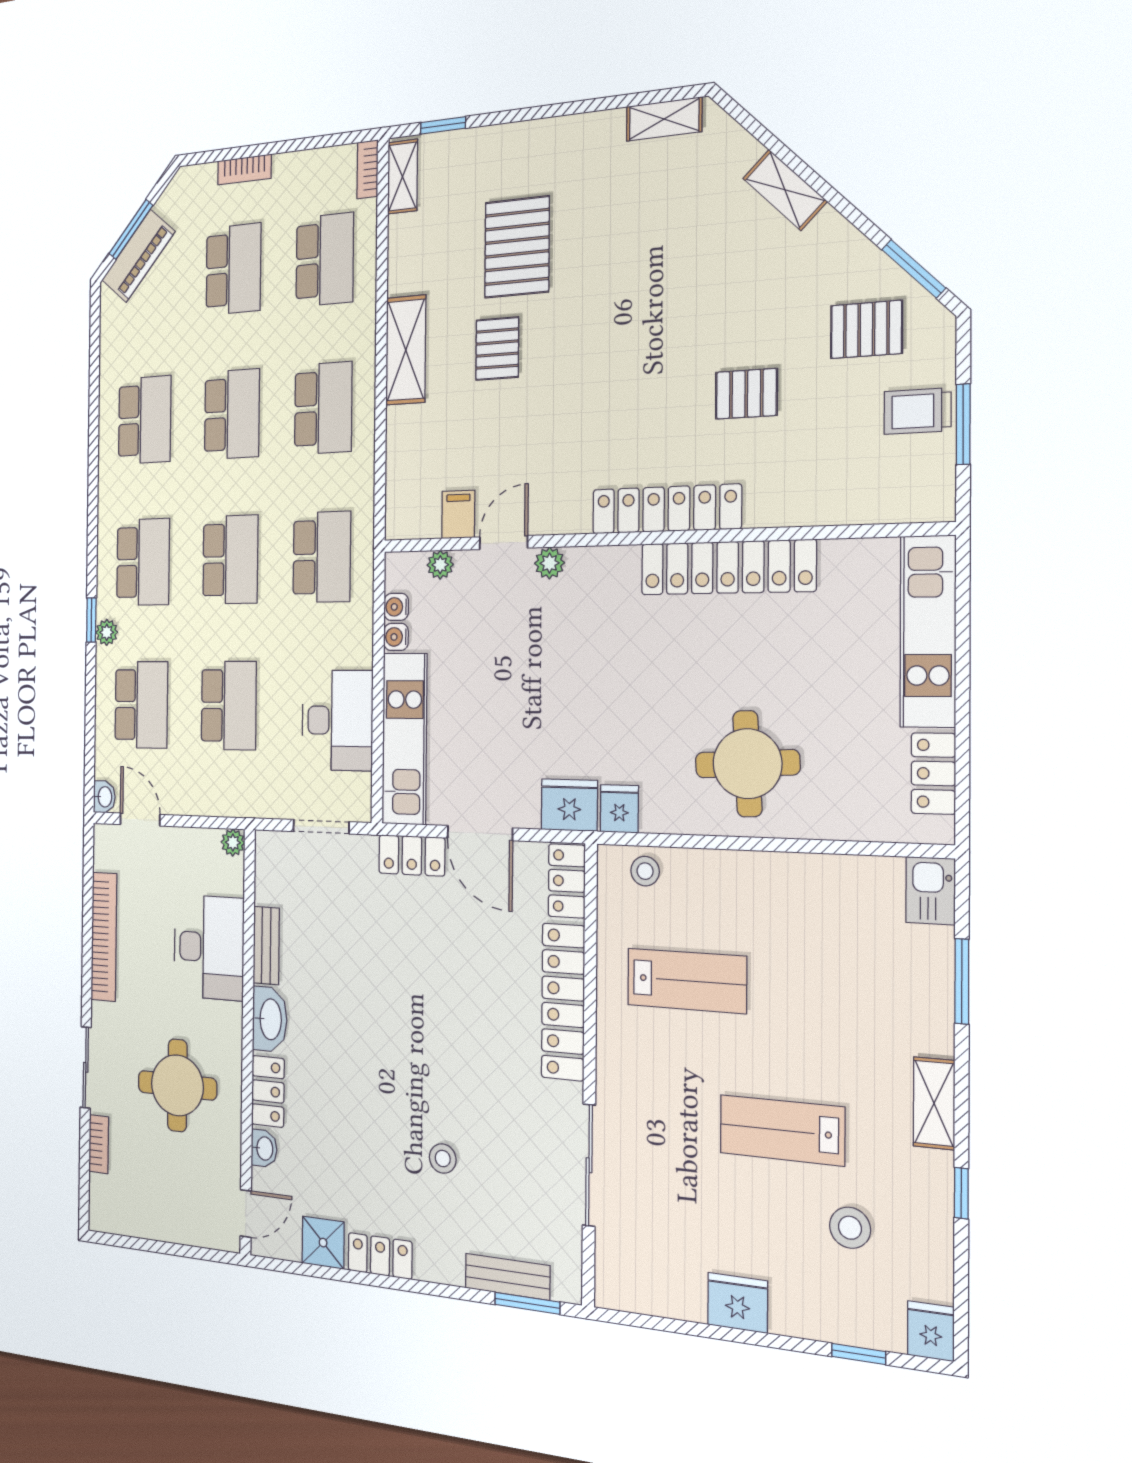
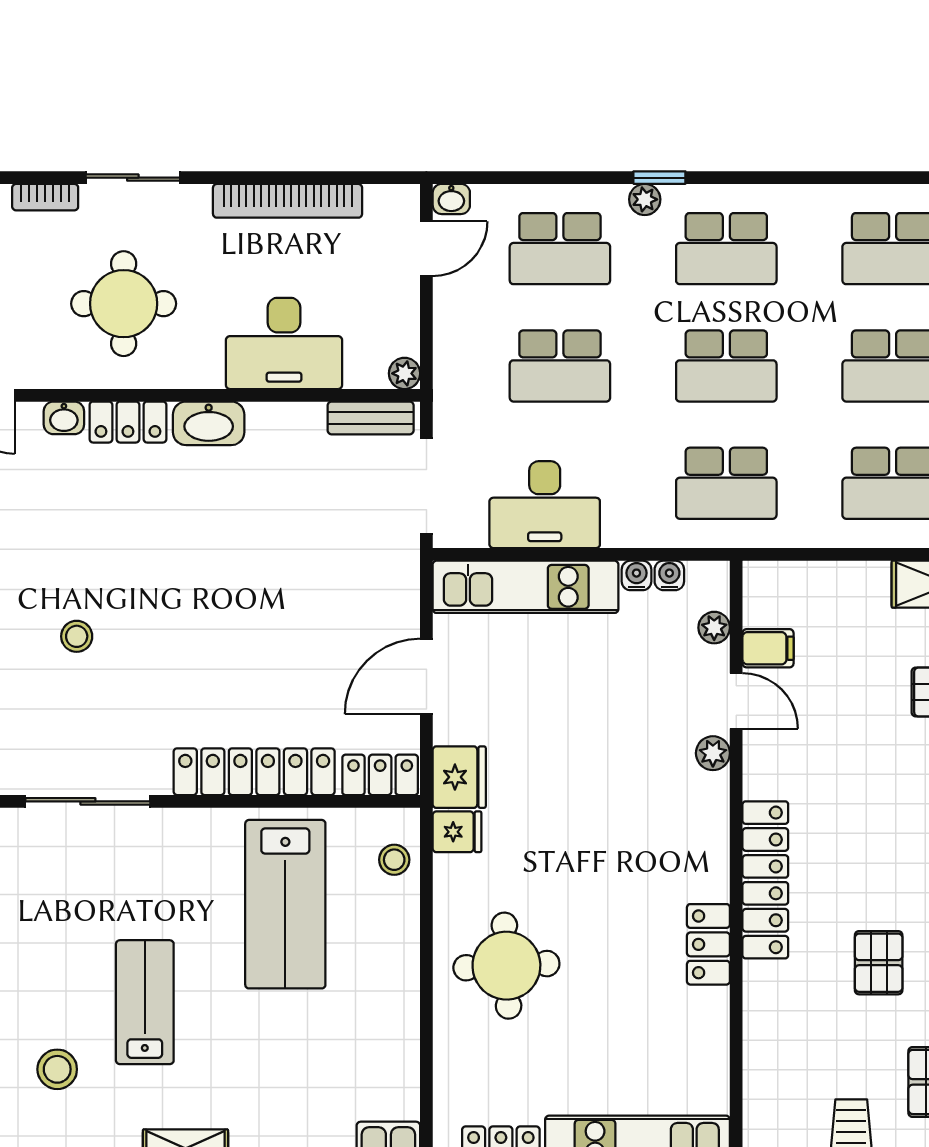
locker: (728, 567) -> (708, 944), width x0.46, depth x0.83
doorway: (321, 827) -> (426, 486), width x1.38
locker: (412, 855) -> (399, 597), removed
bench: (266, 946) -> (371, 418), moved
lab bench: (687, 981) -> (285, 904), width x1.36, depth x1.39

